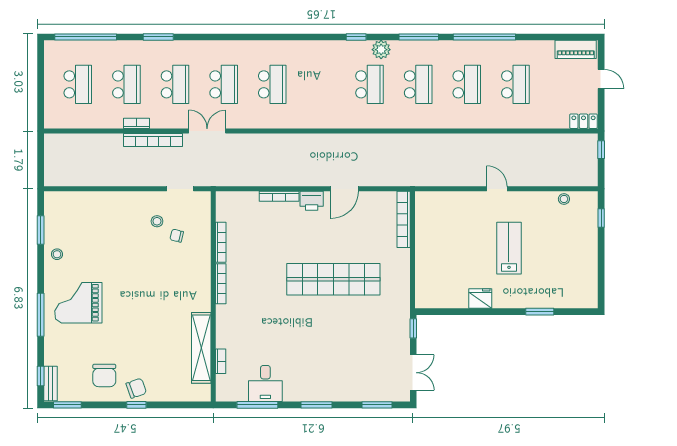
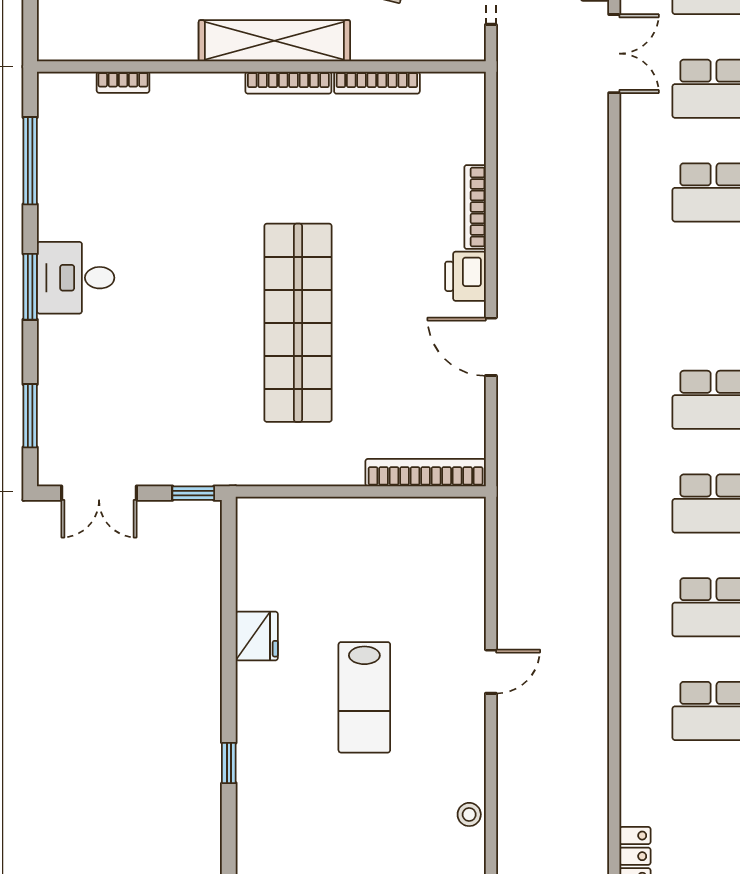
lab bench: (509, 248) -> (364, 697), turned 90
window: (540, 312) -> (229, 763), width x0.67
shelving: (201, 348) -> (274, 41), moved
desk: (265, 383) -> (76, 278), moved

